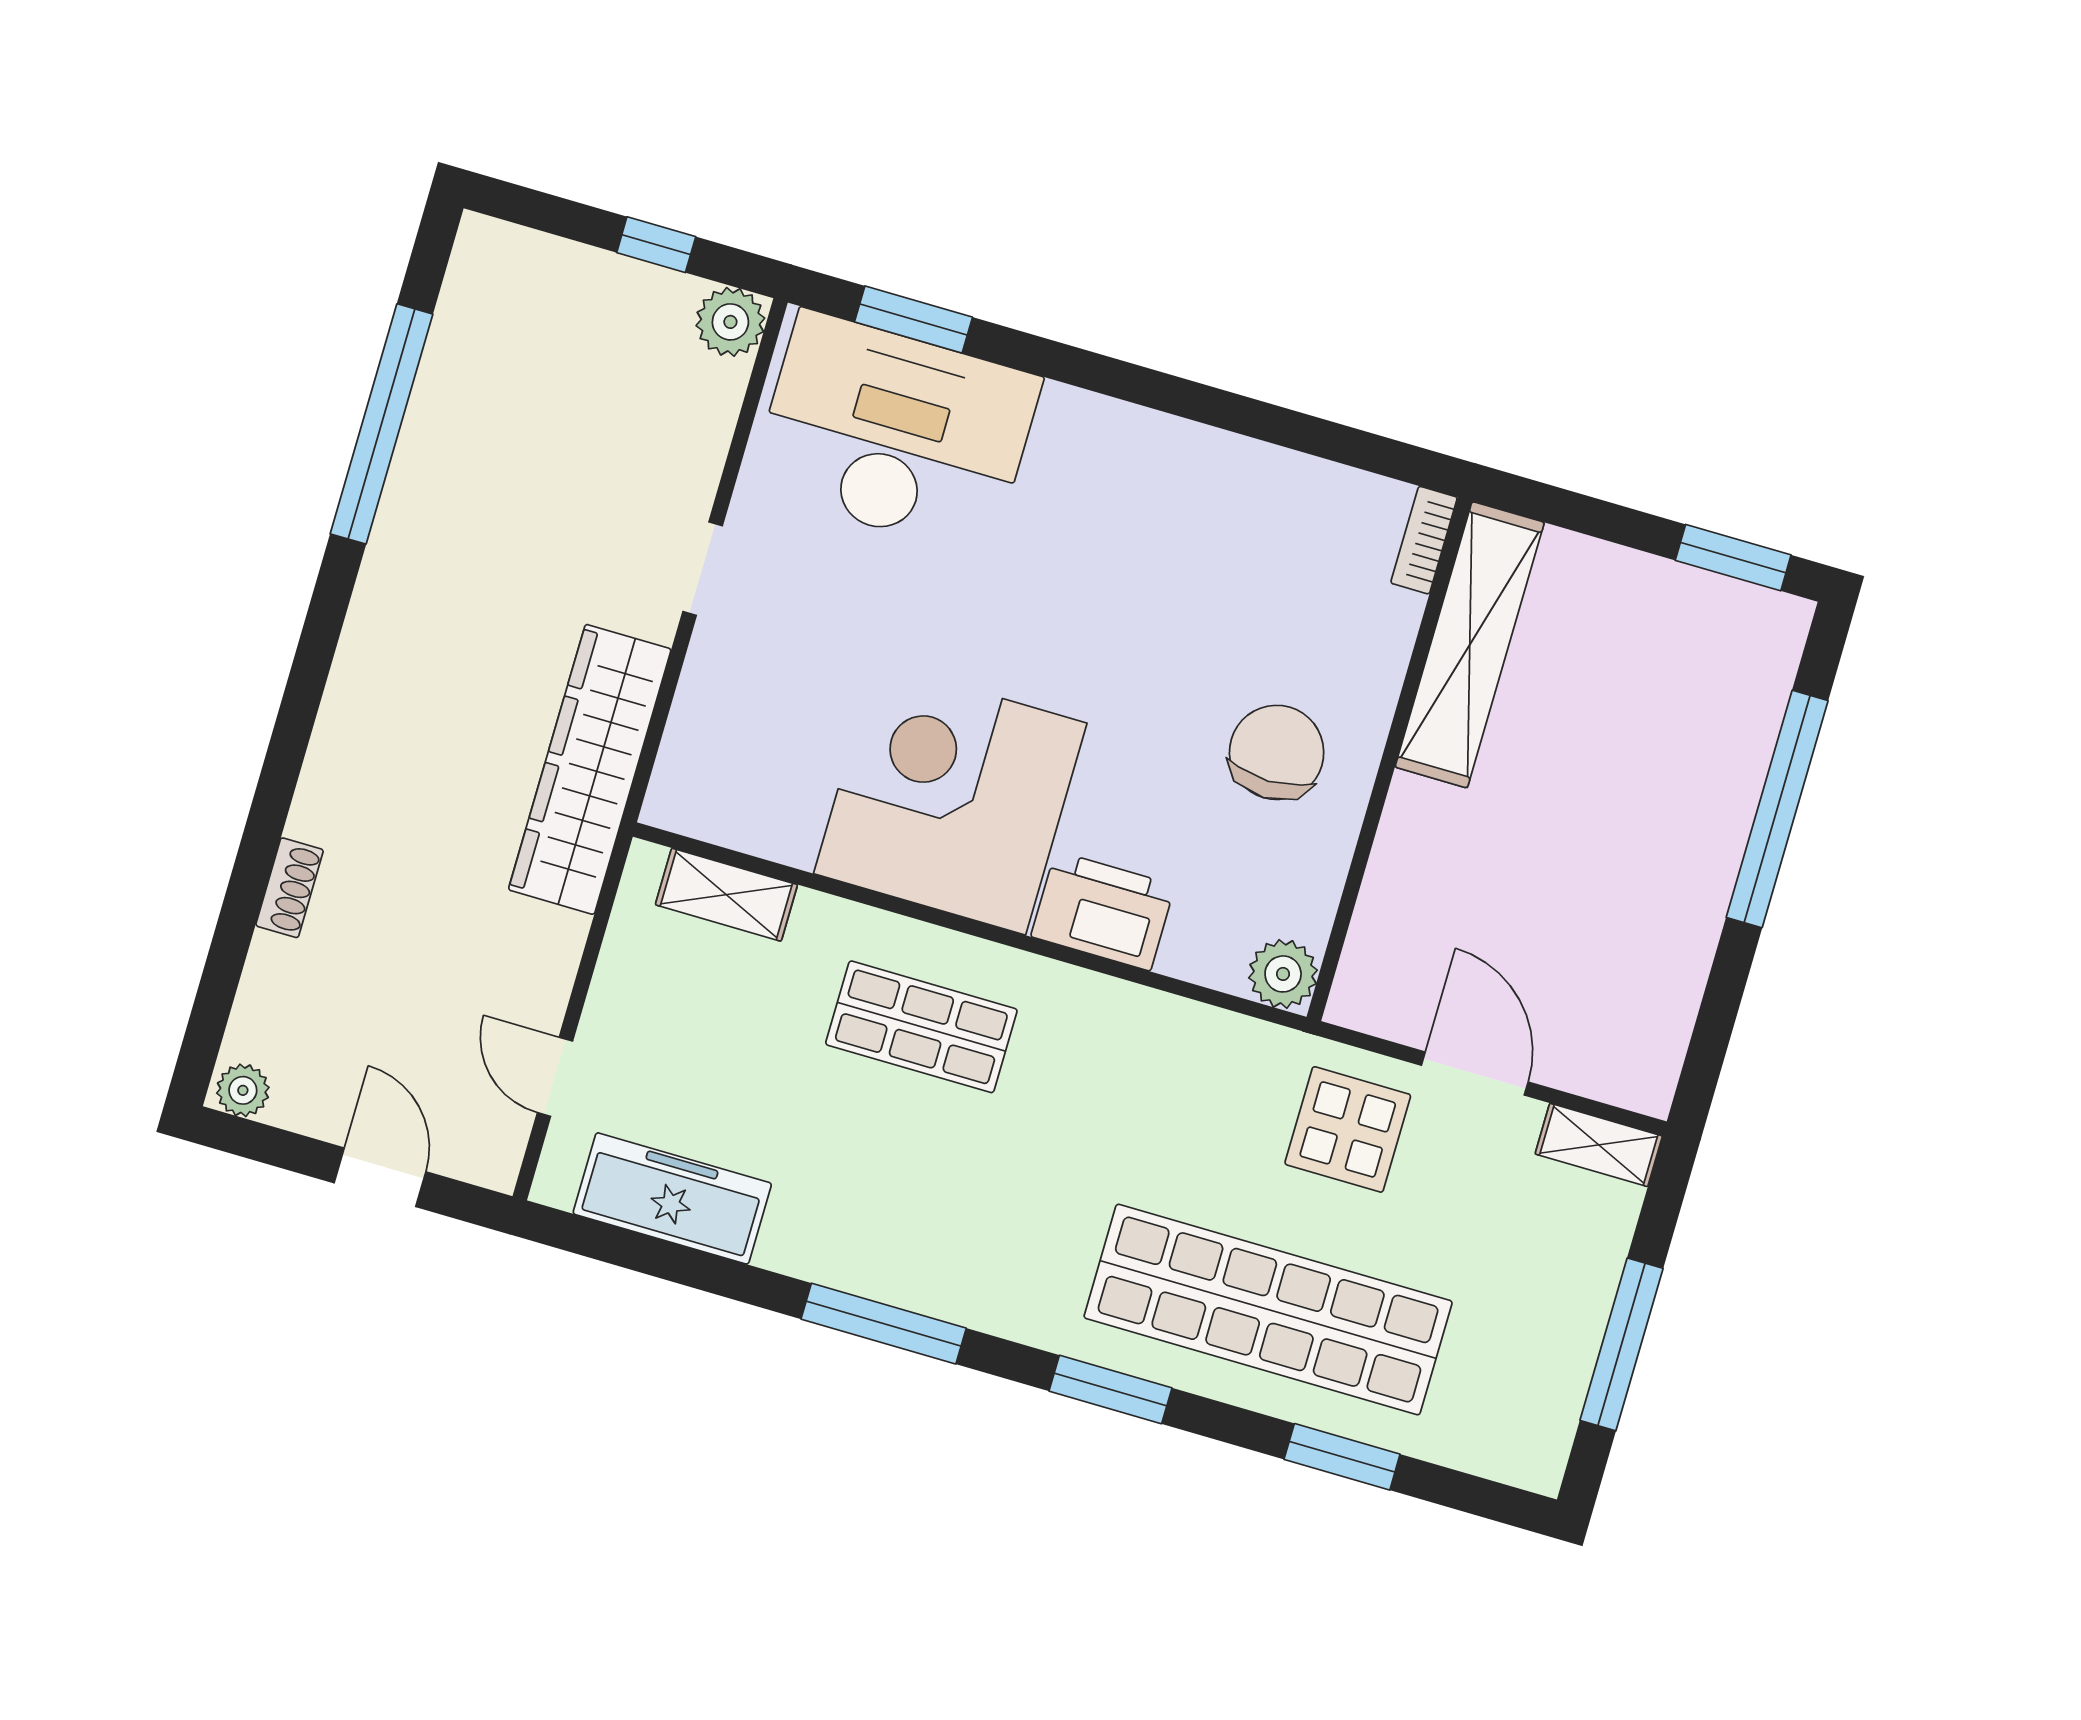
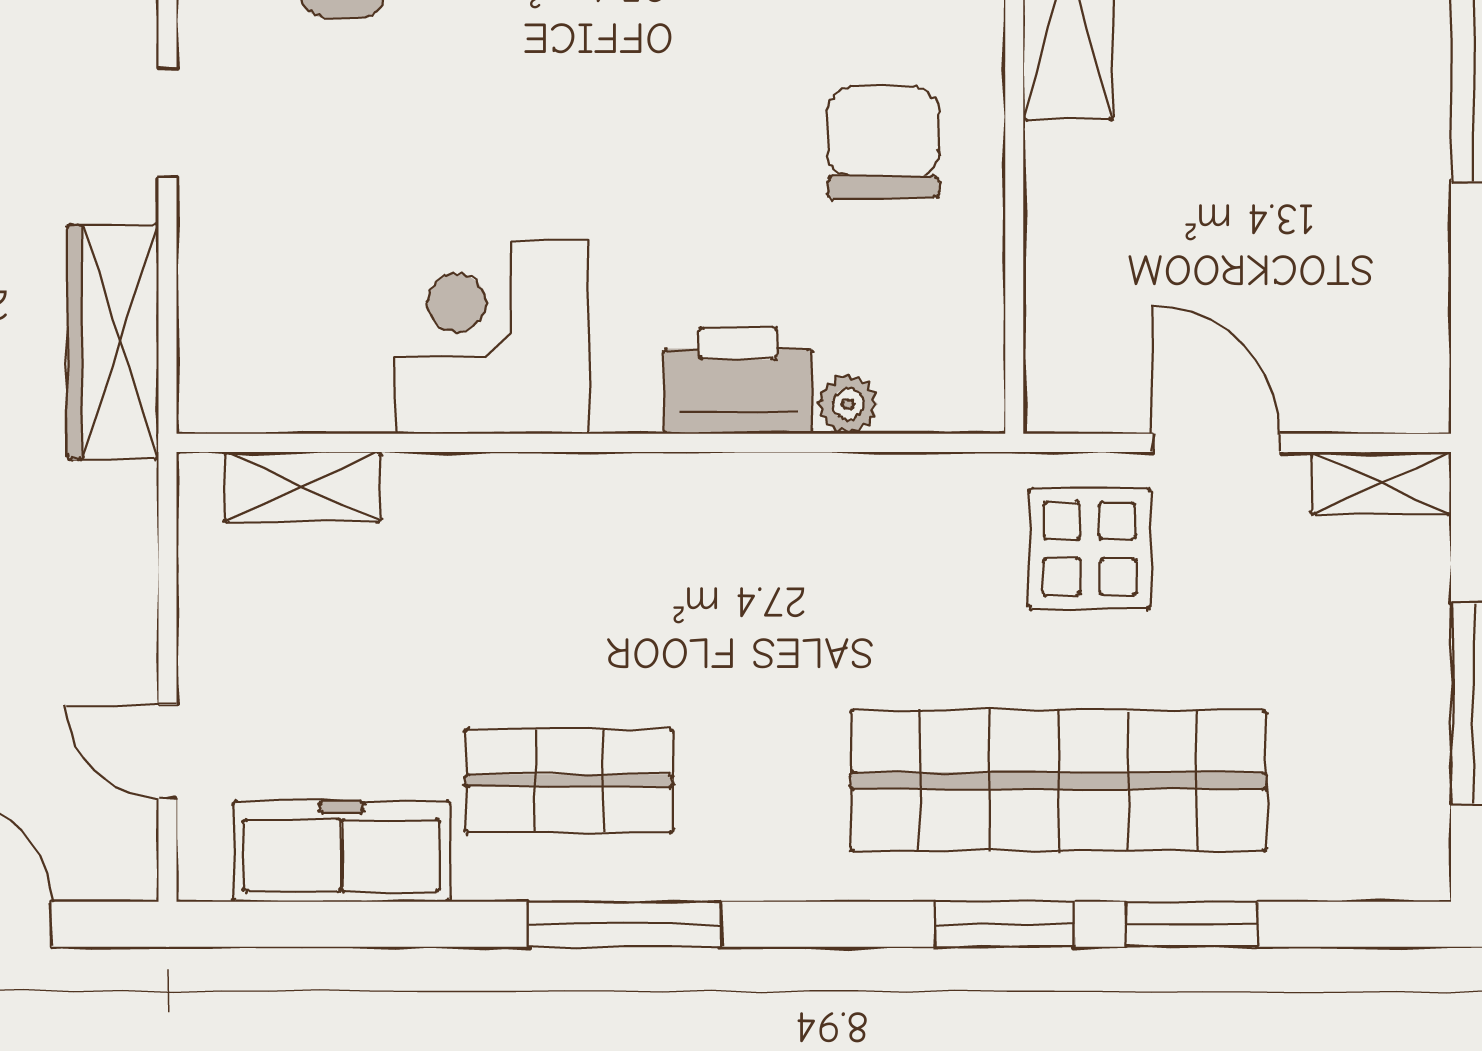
wardrobe: (590, 769) -> (113, 342), width x0.71, depth x0.85
corner desk: (950, 798) -> (492, 337), width x0.74, depth x0.74
plant: (1283, 974) -> (848, 404), moved, width x0.73, depth x0.73
shop shelf: (921, 1027) -> (569, 781), moved
window: (1111, 1390) -> (1005, 924), moved

